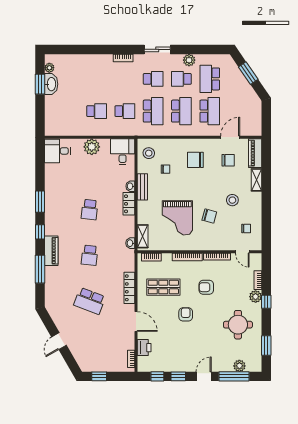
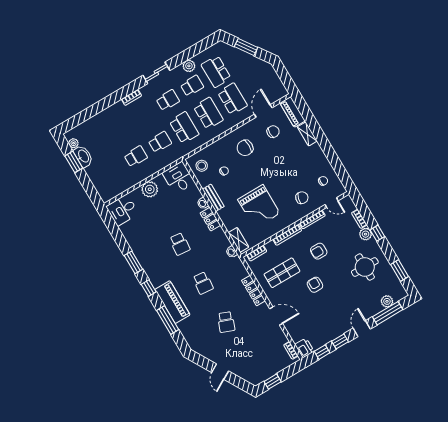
school desk: (181, 79) -> (192, 86), turned 180
stool: (232, 200) -> (297, 163), removed
chair: (209, 216) -> (302, 198), moved
piano: (51, 251) -> (172, 302), width x1.37, depth x1.33
school desk: (90, 301) -> (226, 322), width x0.54
printer: (144, 348) -> (304, 348), moved

